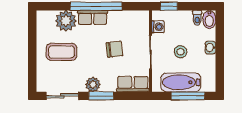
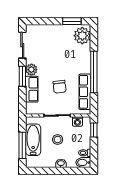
row of seats: (93, 17) -> (85, 92), moved, width x1.48
plant: (66, 21) -> (82, 36), moved
window: (32, 34) -> (72, 21), added
coffee table: (61, 52) -> (57, 44), removed
row of seats: (133, 84) -> (32, 89), moved

